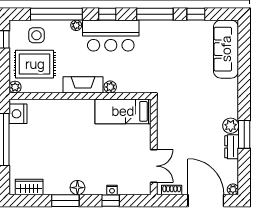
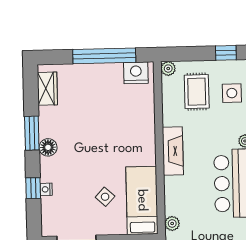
rug: (35, 64) -> (197, 92), width x0.73, depth x0.70
plant: (110, 87) -> (172, 223), moved
side table: (119, 142) -> (105, 197), added

